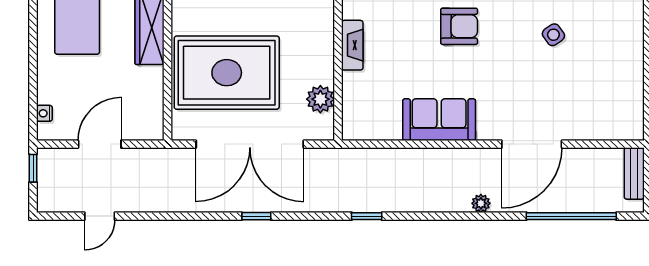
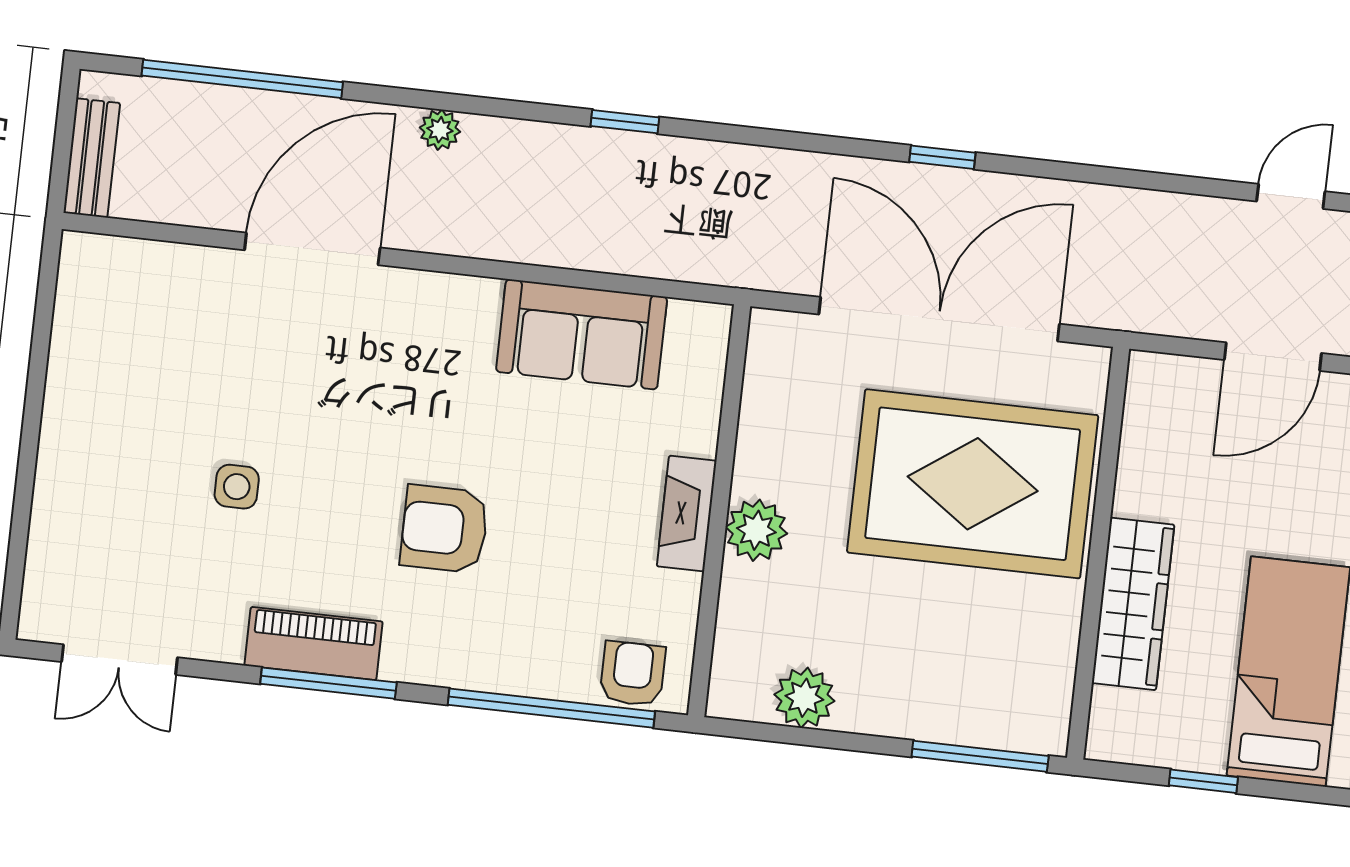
side table: (553, 35) -> (237, 487), turned 35
plant: (320, 99) -> (756, 530), moved
sofa: (439, 120) -> (582, 334), moved
window: (367, 216) -> (625, 122), moved

